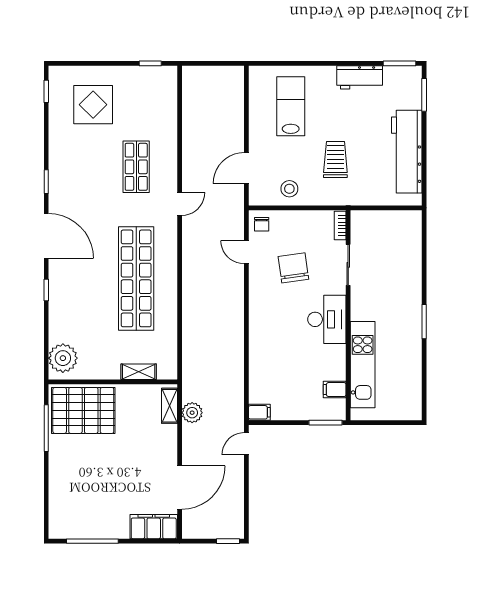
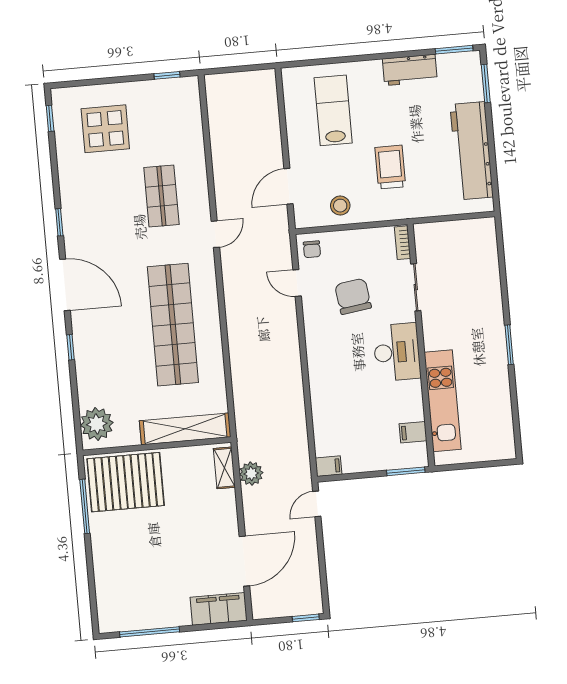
shelving: (139, 372) -> (185, 429), width x2.20, depth x1.33

